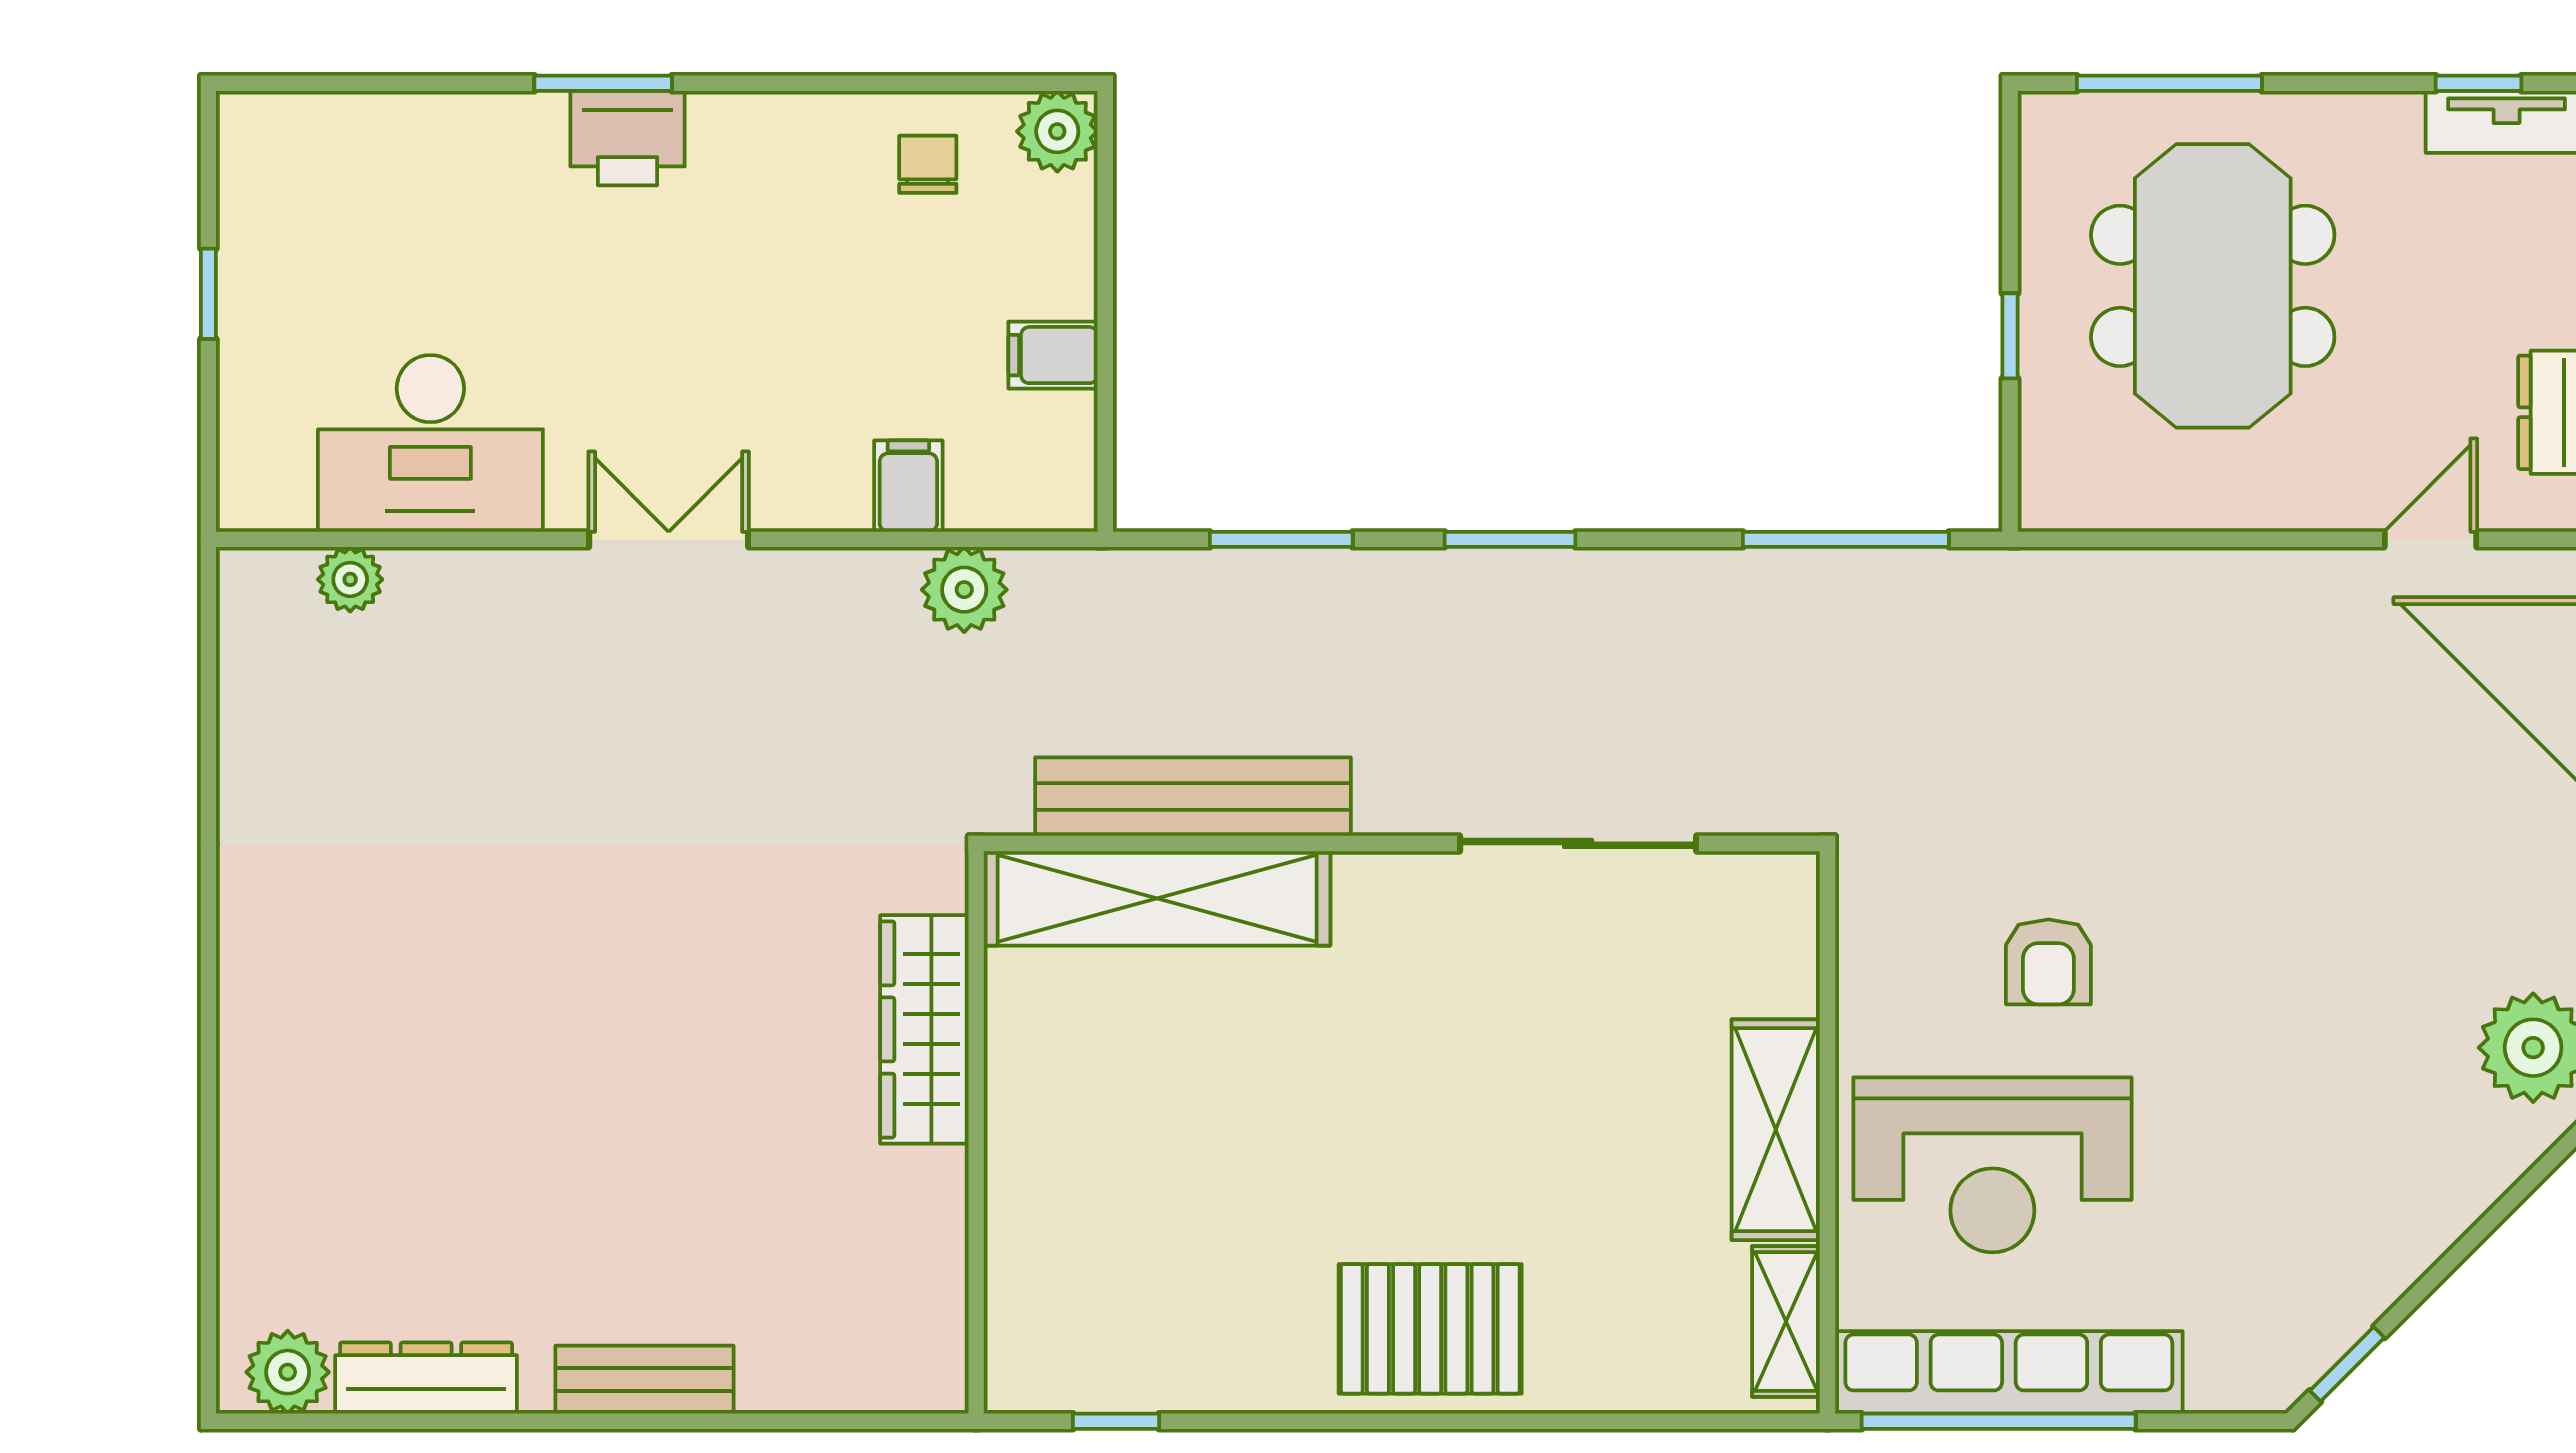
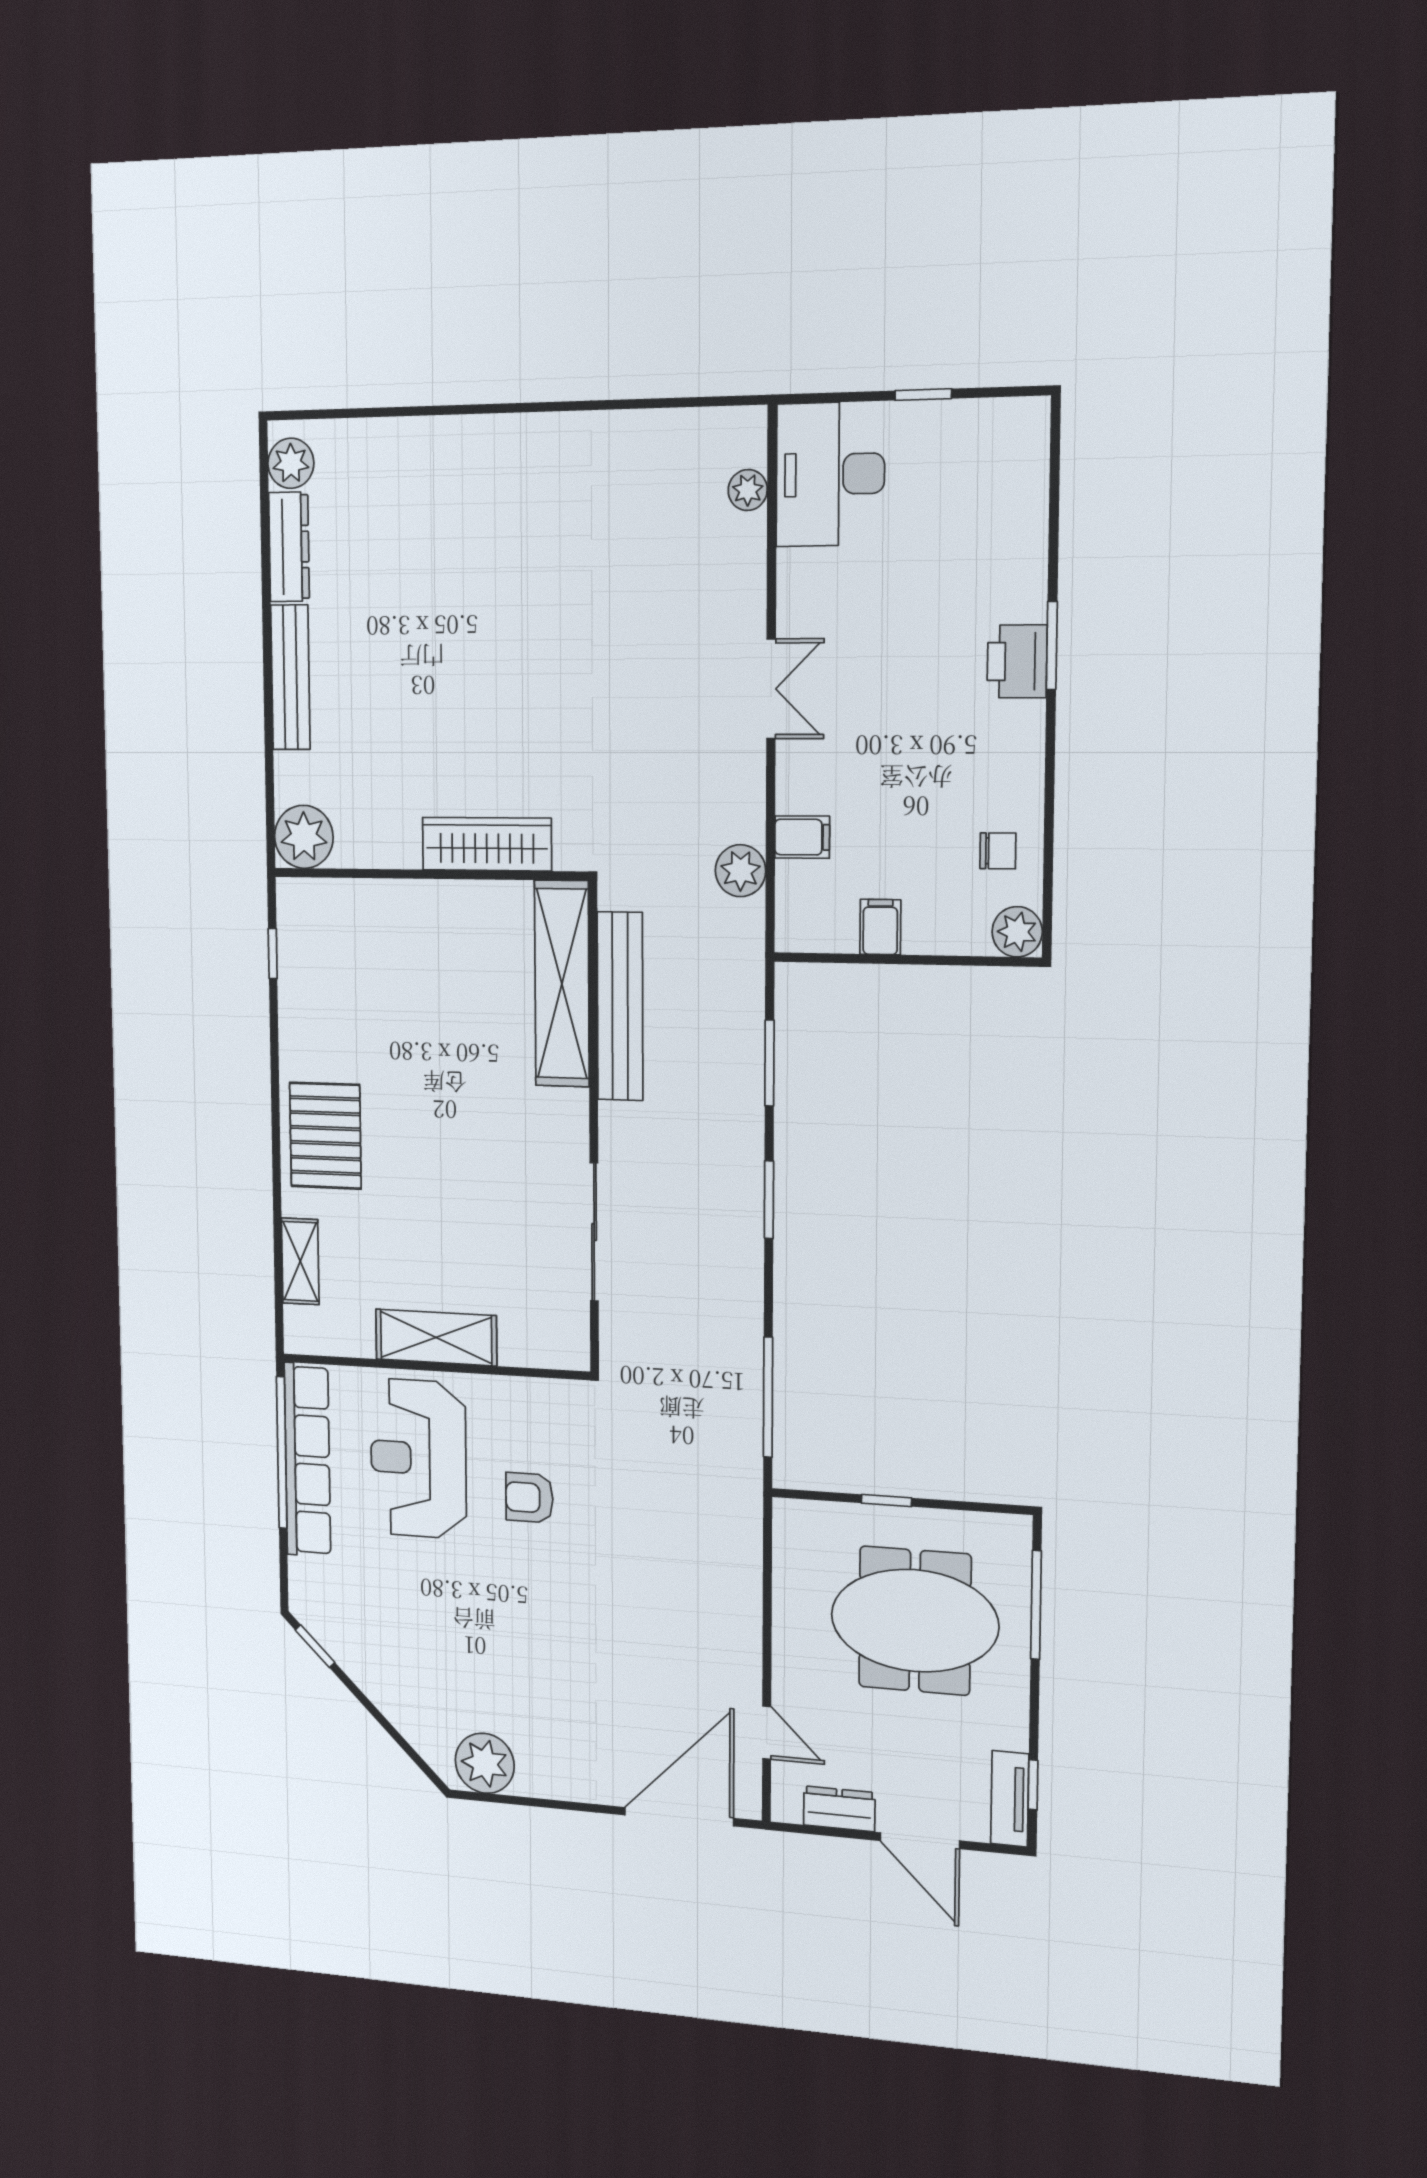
desk: (430, 443) -> (830, 474), moved
shelving: (1786, 1321) -> (300, 1261), moved, turned 90
plant: (915, 1360) -> (304, 837), added
bench: (644, 1380) -> (290, 677), width x1.36

